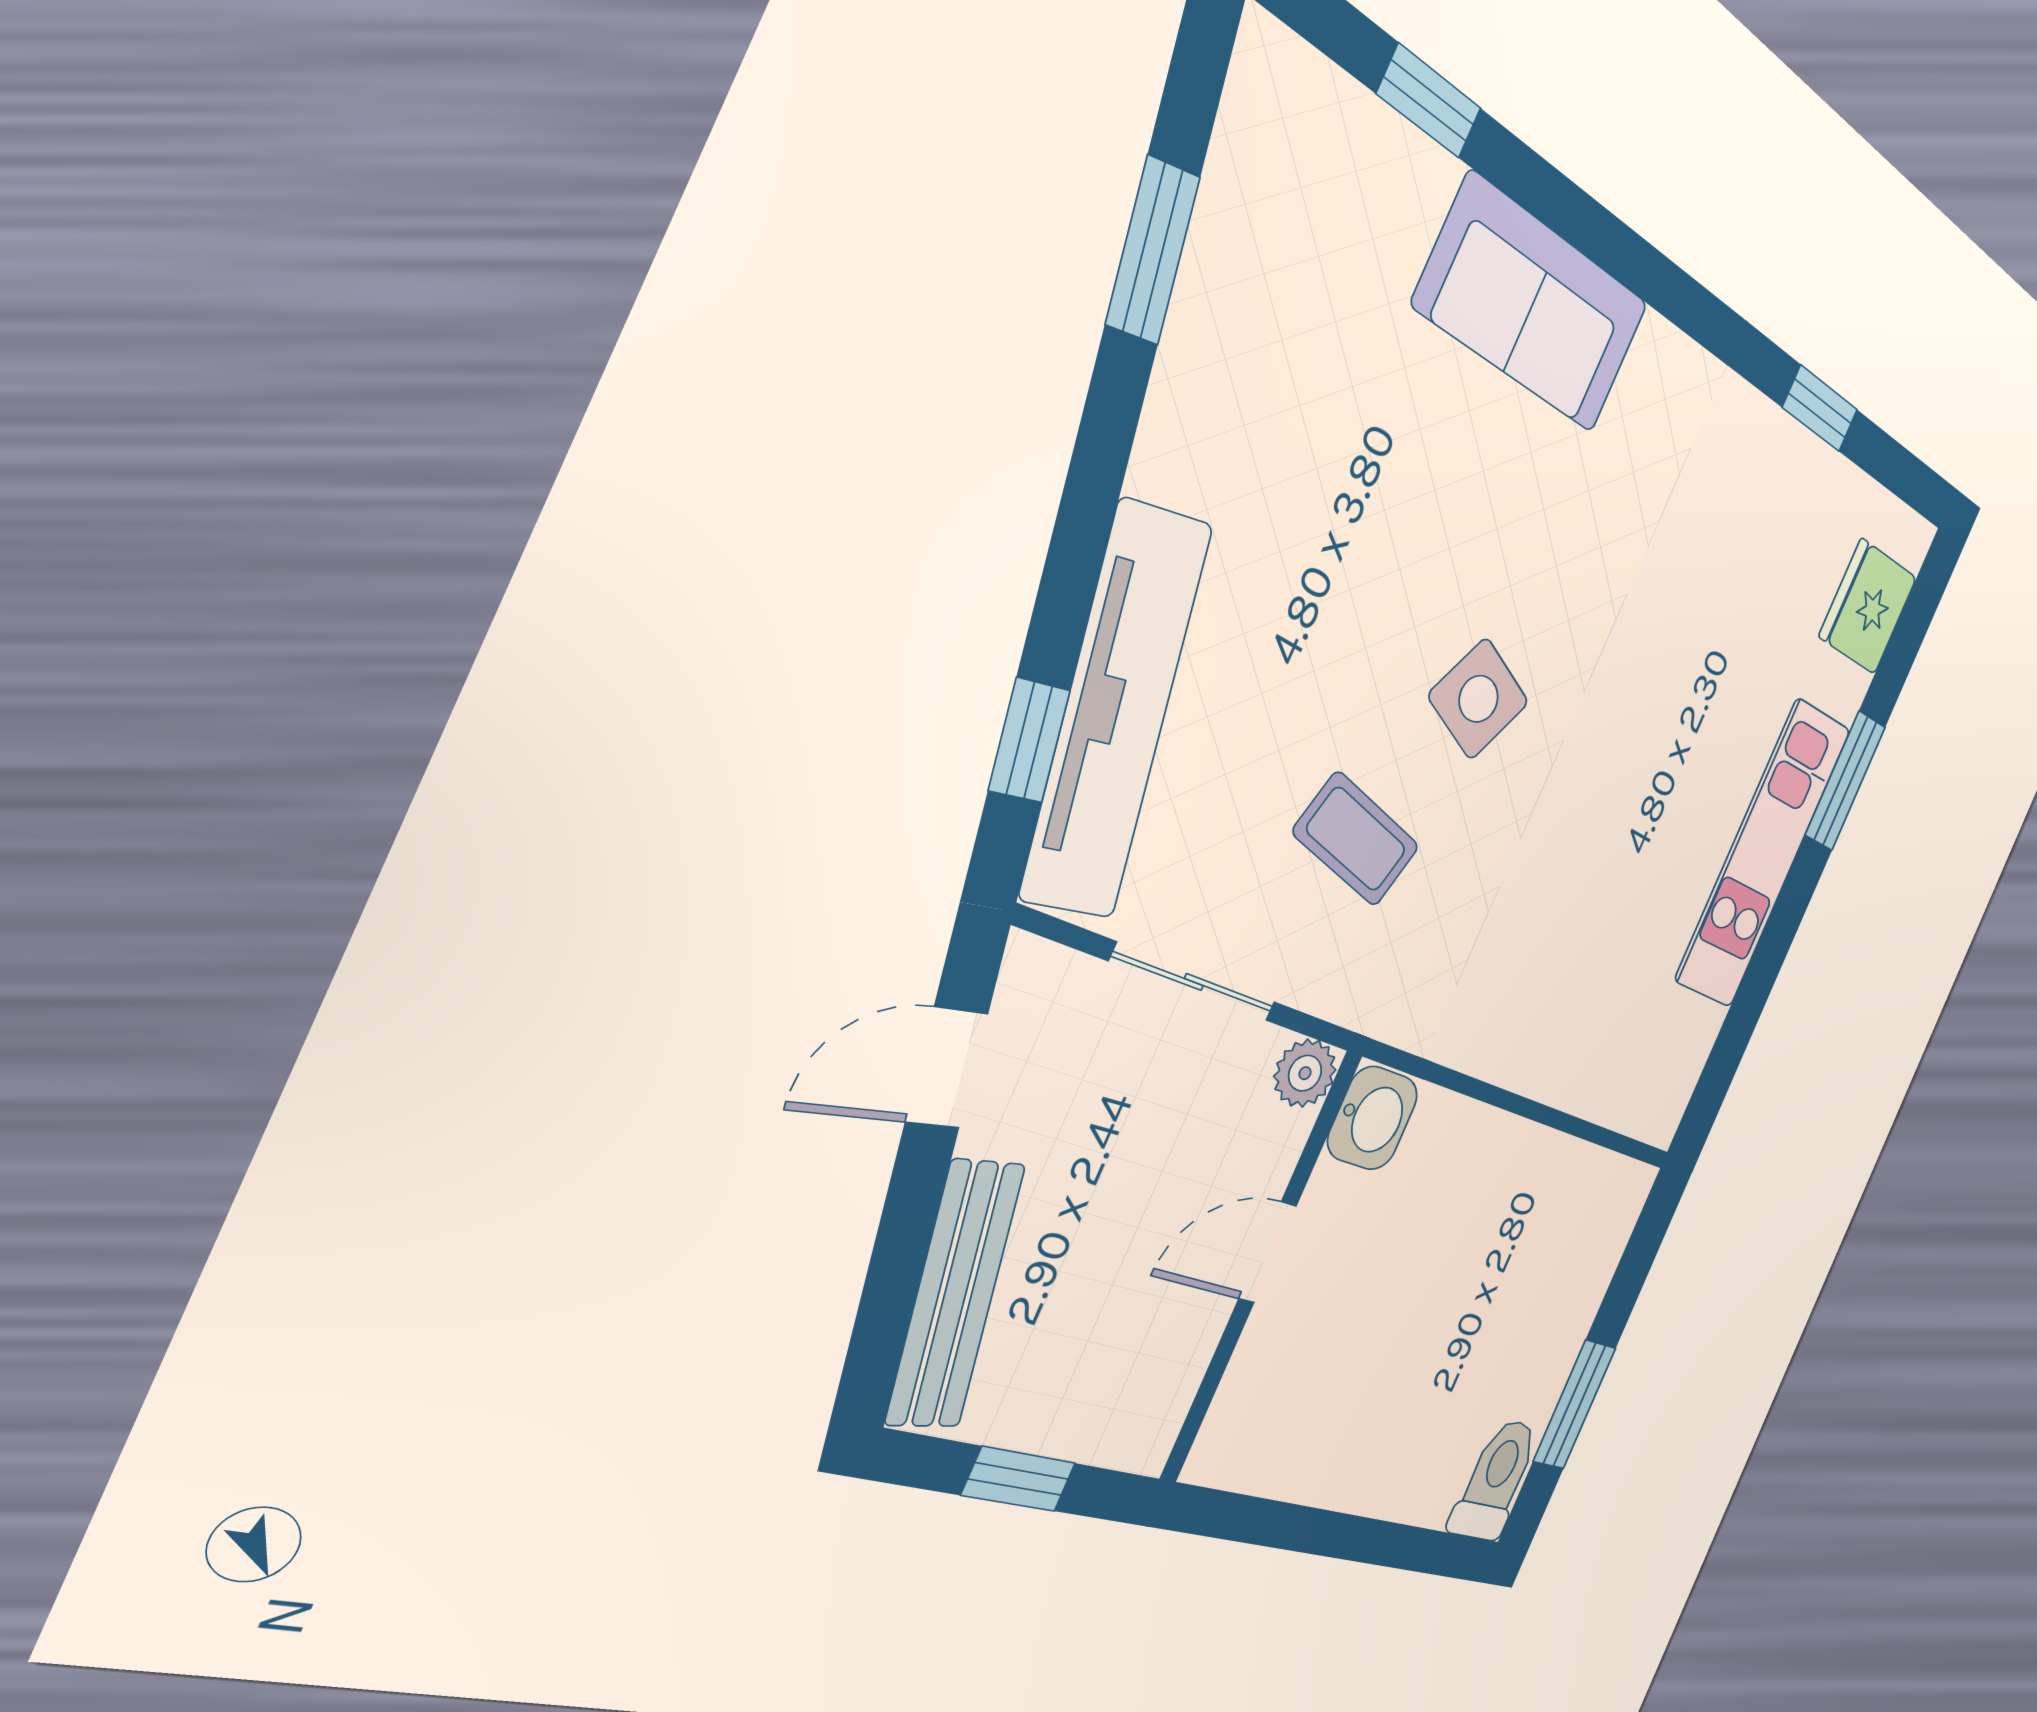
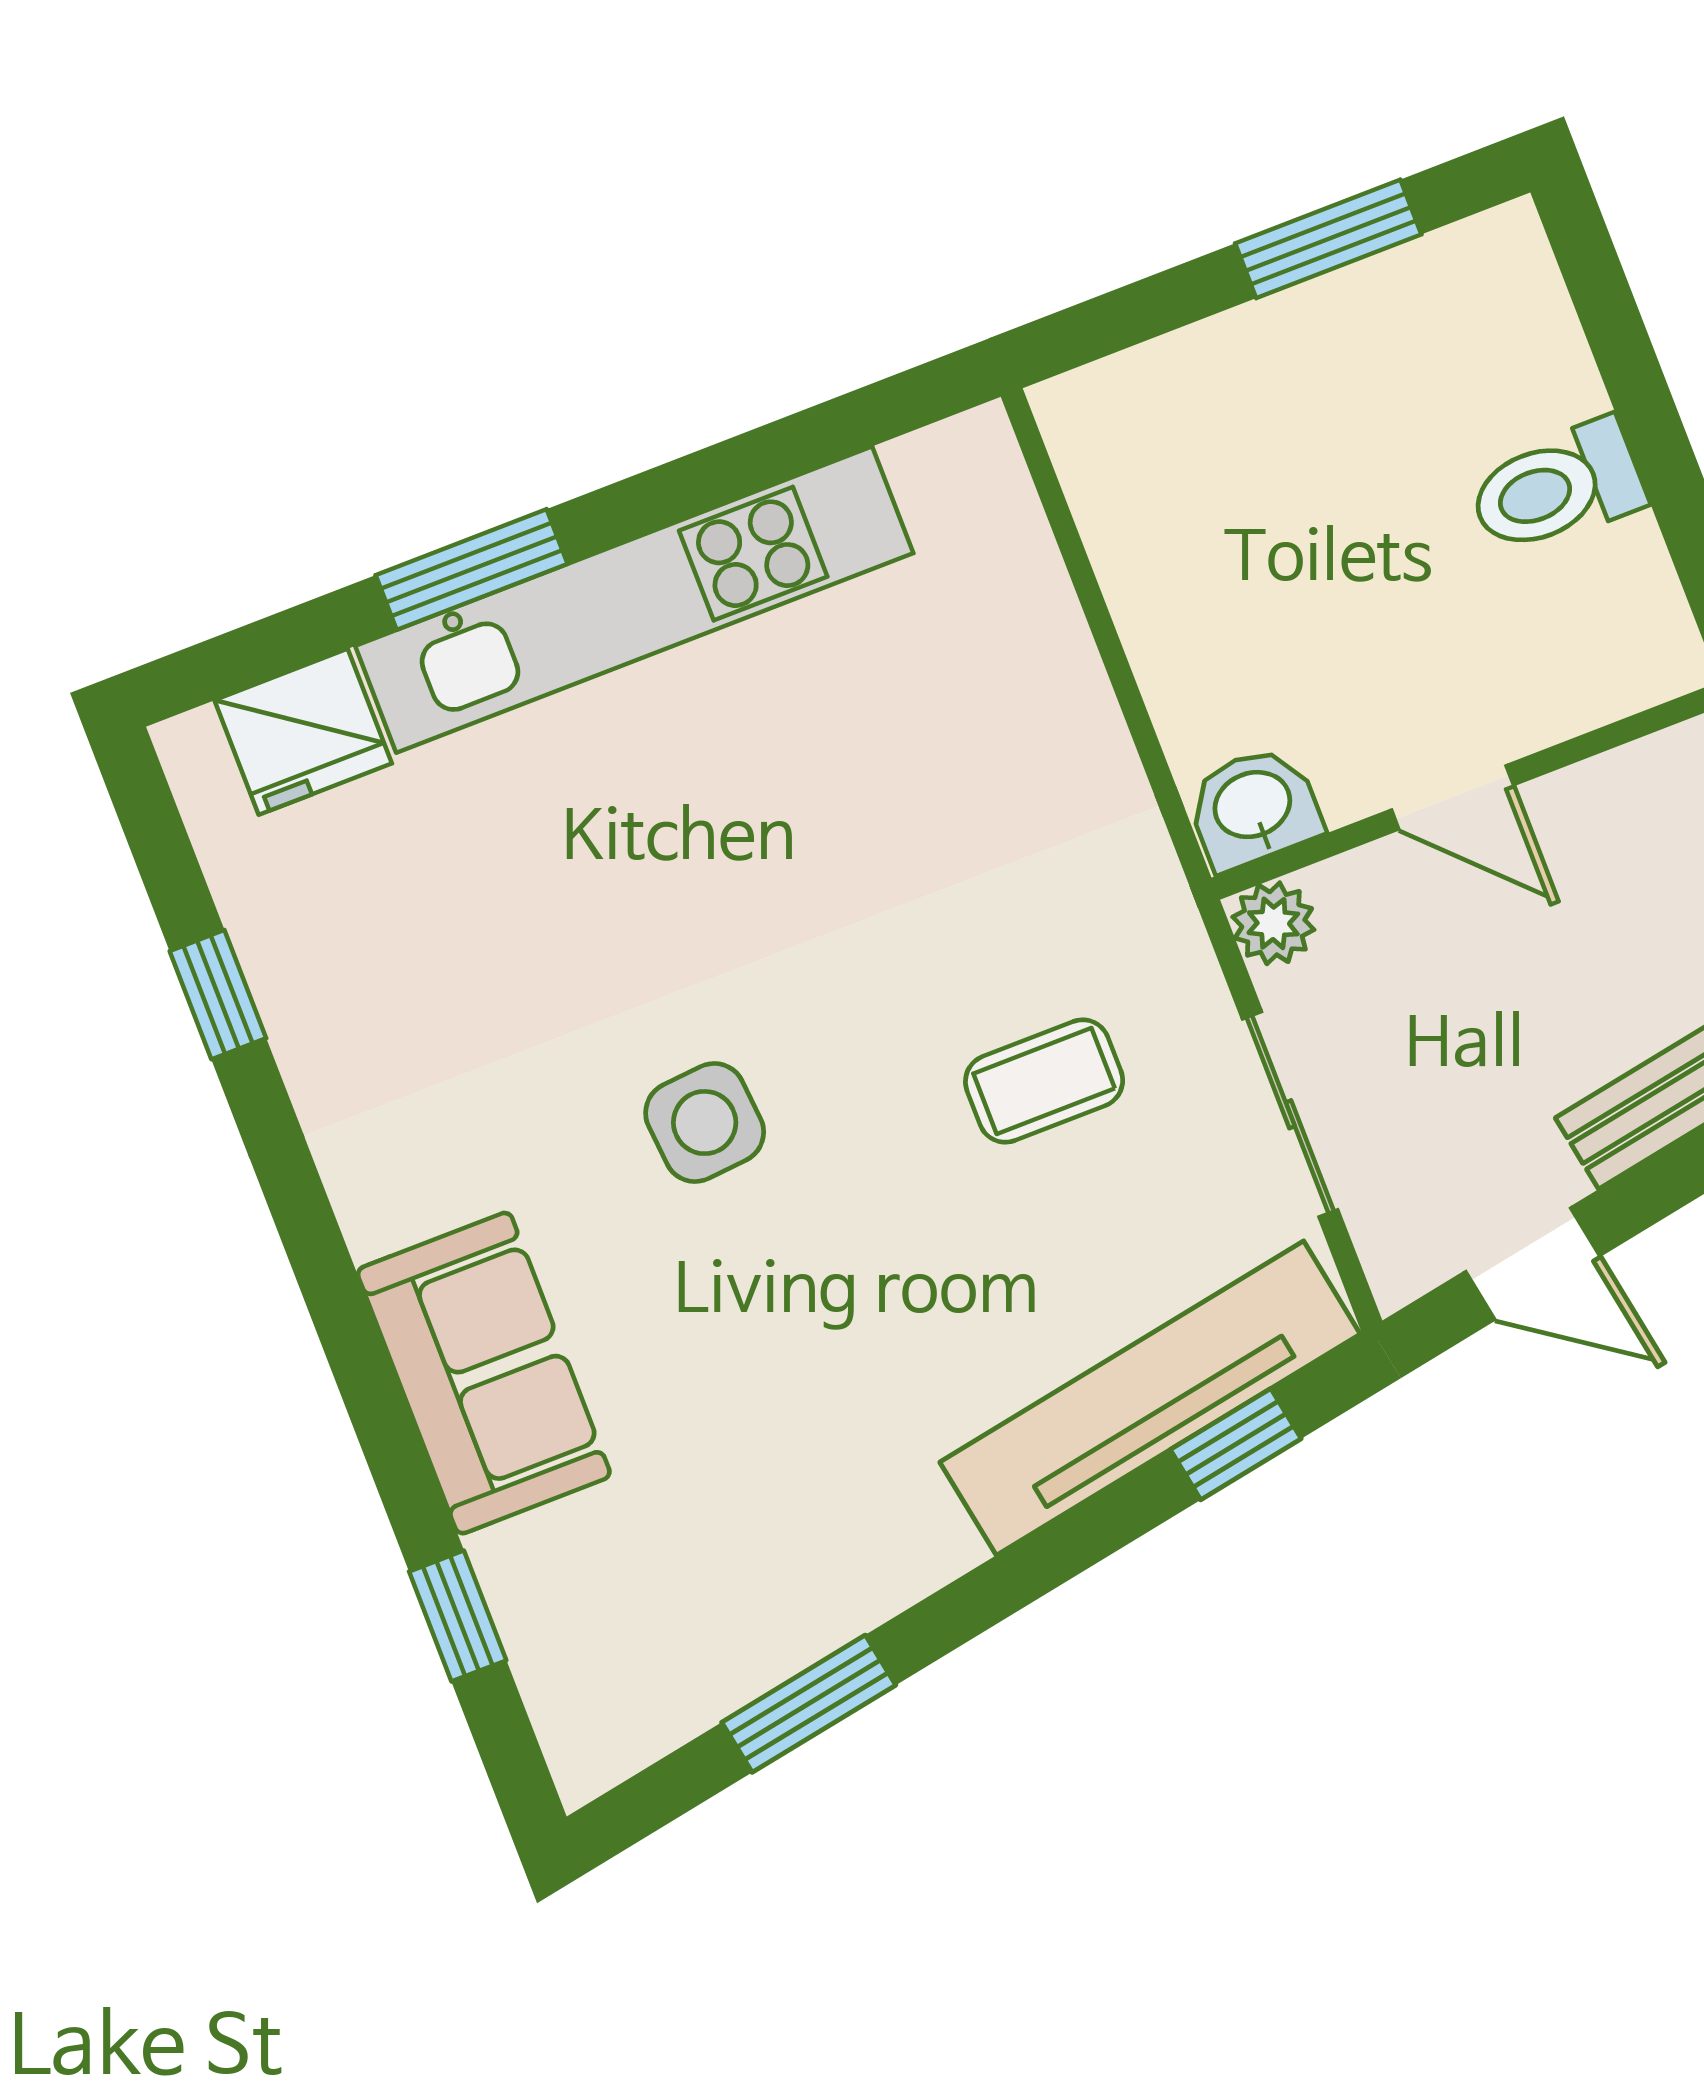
side table: (1478, 699) -> (705, 1123), moved, turned -30
coffee table: (1356, 839) -> (1044, 1081), turned 75
kitchen unit: (1763, 854) -> (634, 600), width x1.36
toilet: (1496, 1480) -> (1556, 488), moved

